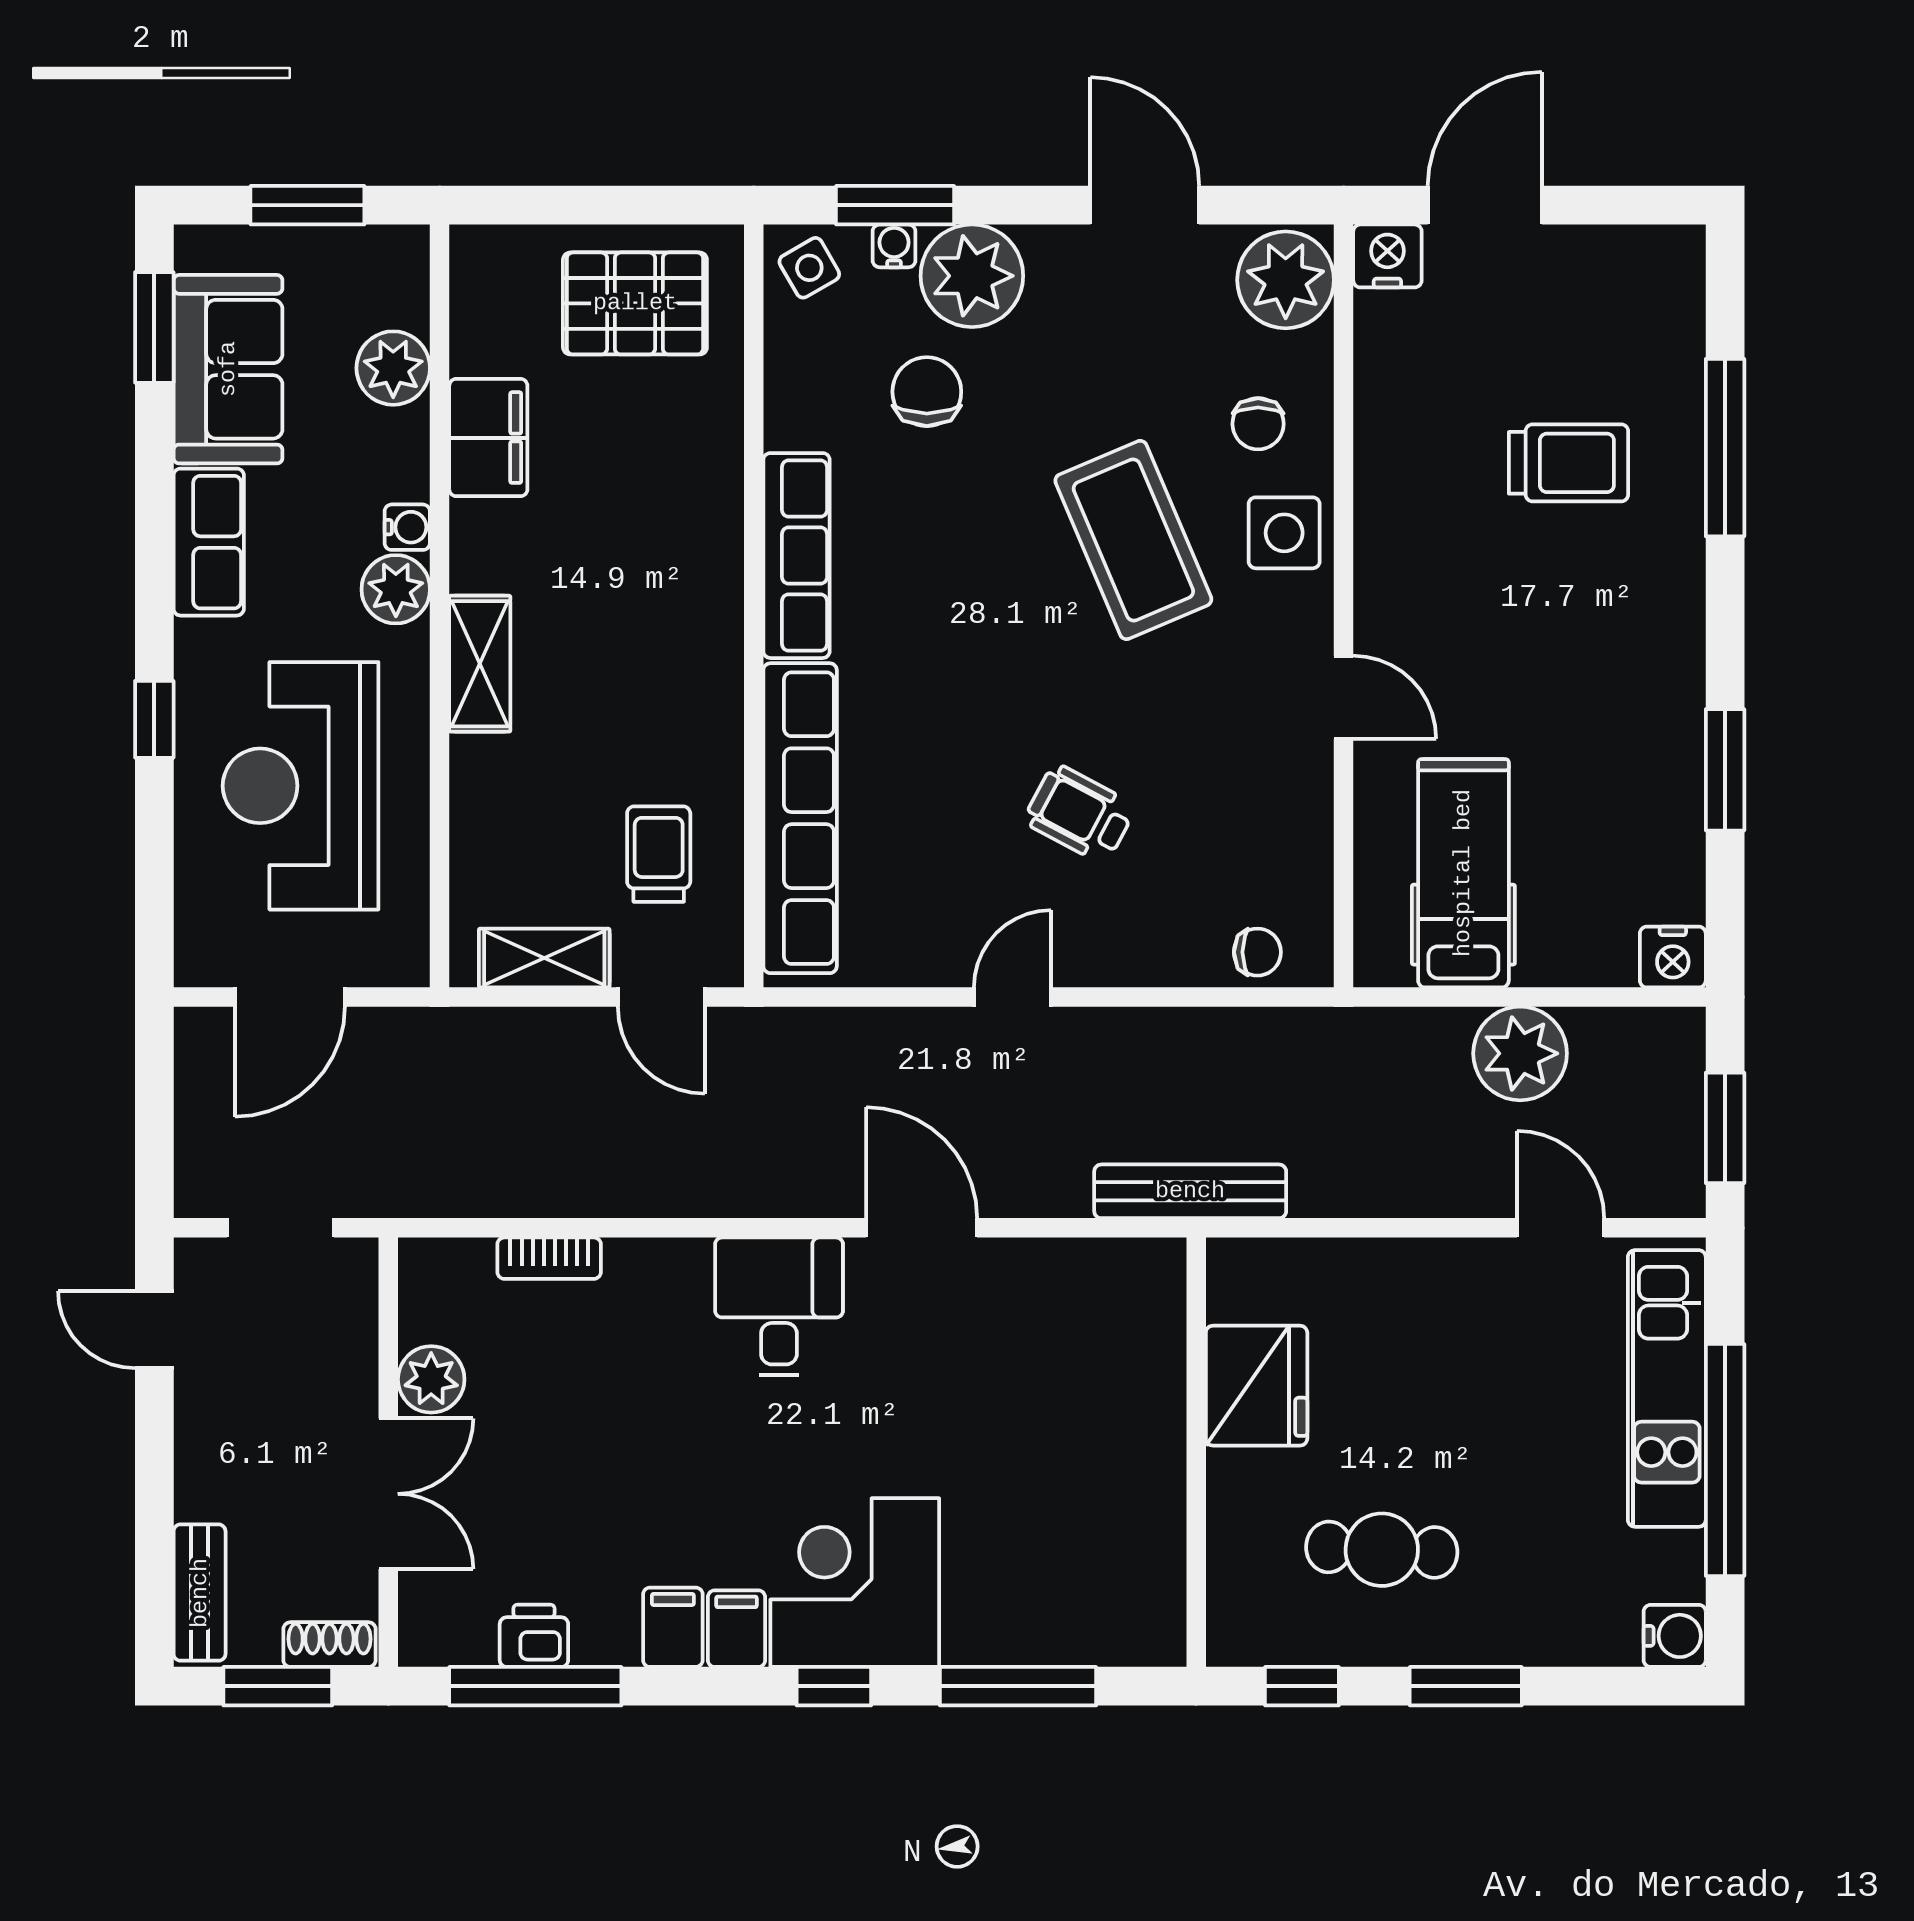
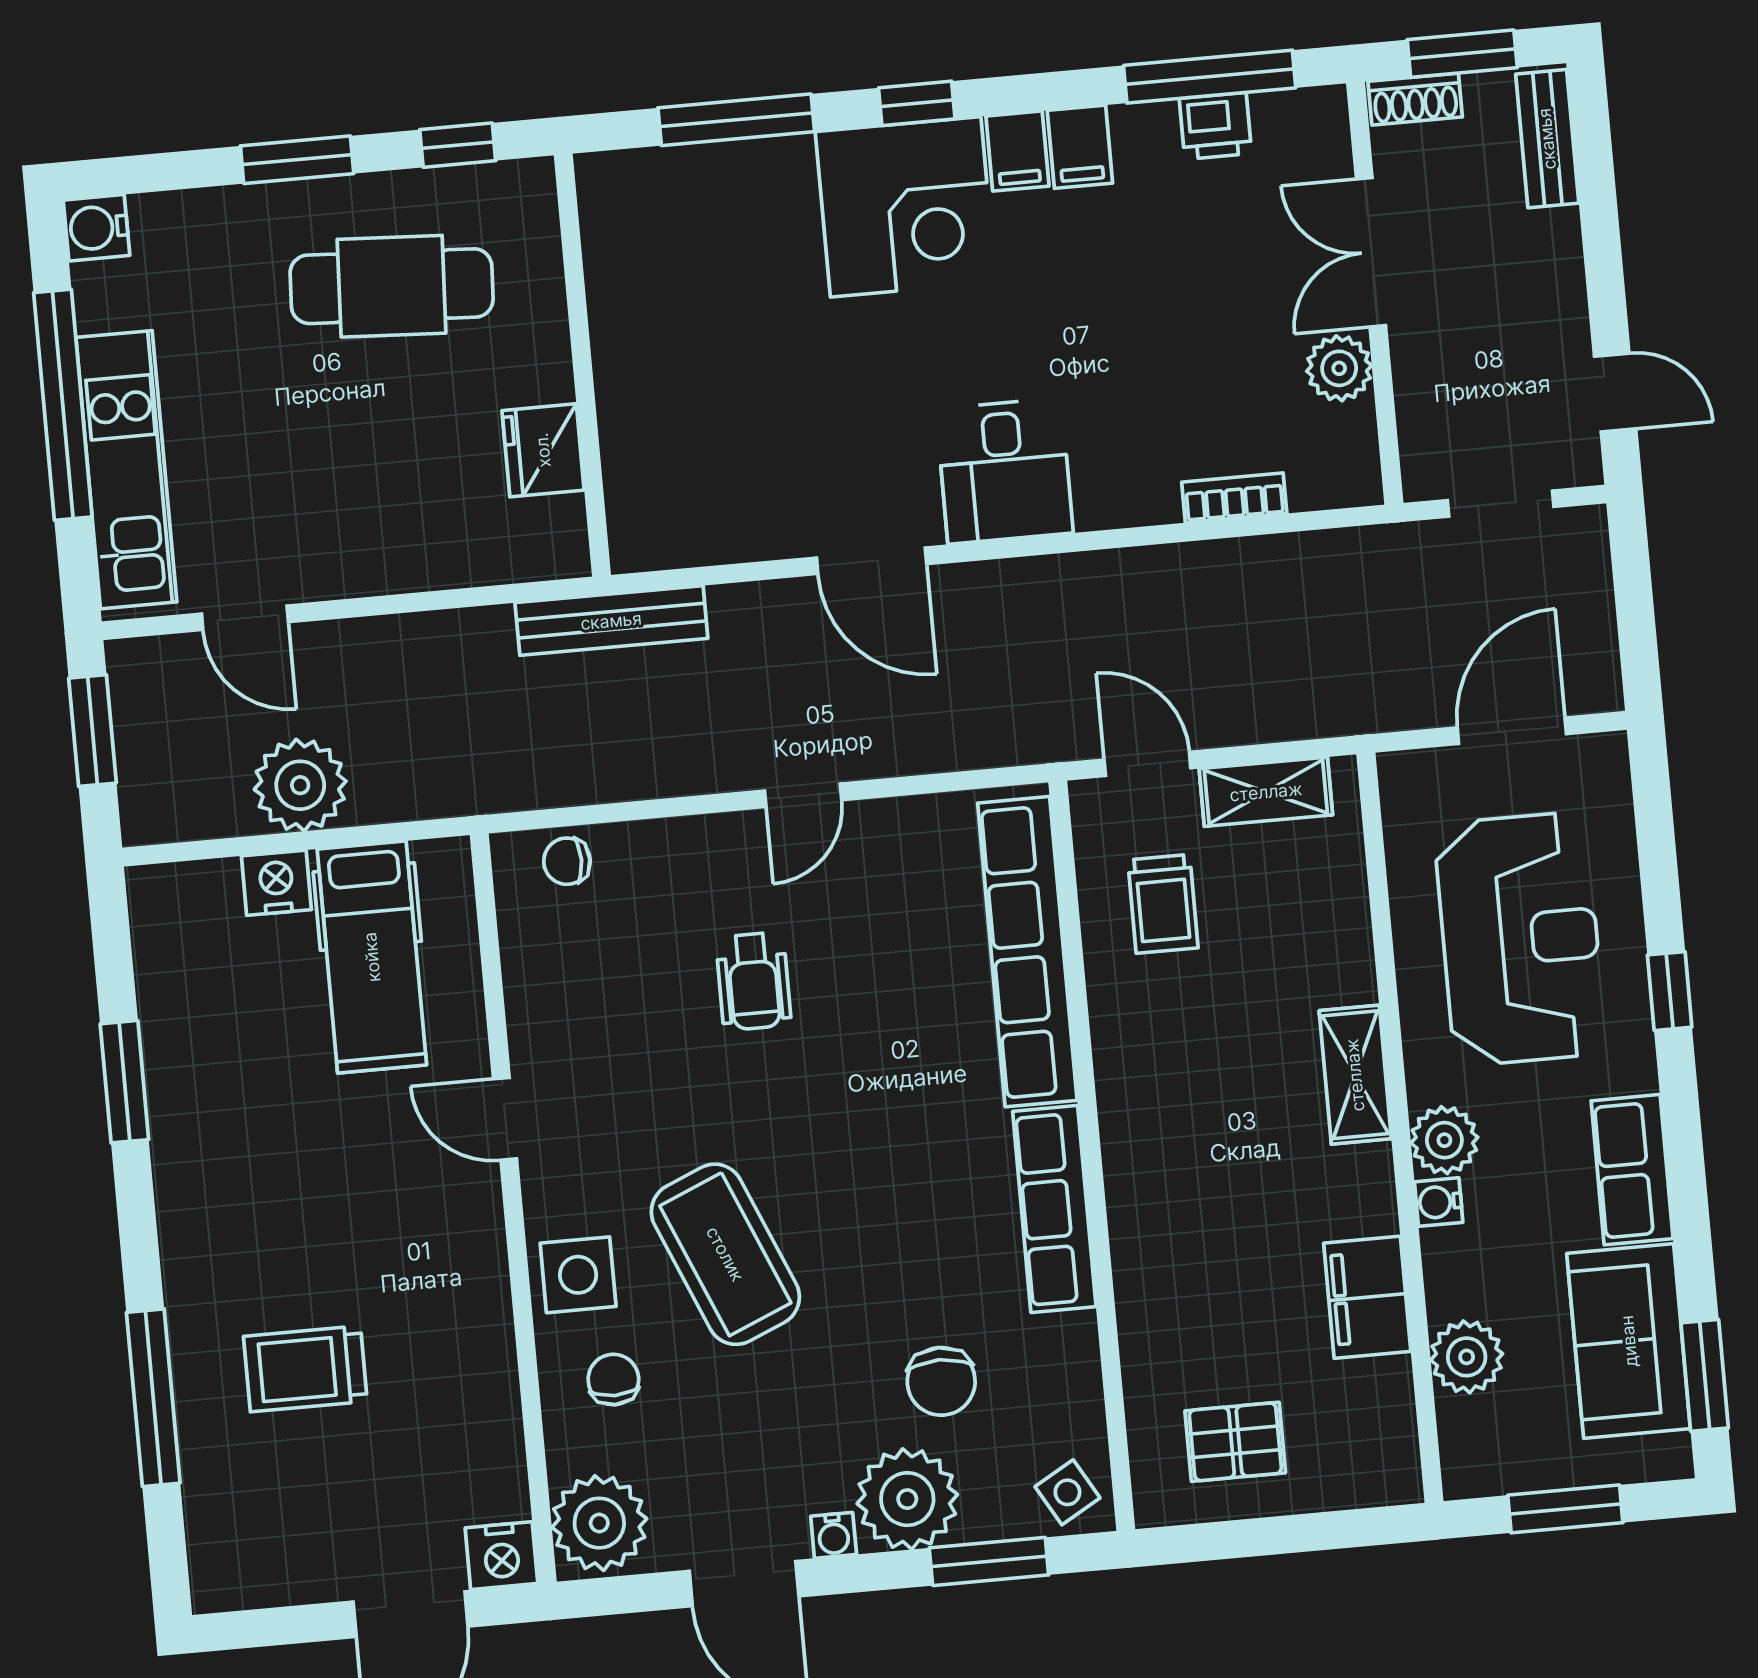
water cooler: (894, 246) -> (834, 1535), moved
pallet: (635, 303) -> (1235, 1442), width x0.67, depth x0.71
wheelchair: (1080, 814) -> (753, 981), turned 62
nightstand: (1673, 957) -> (276, 883), moved
fridge: (1257, 1386) -> (543, 450), width x0.73, depth x0.75
cafe table: (1382, 1550) -> (392, 286), width x1.37, depth x1.35

